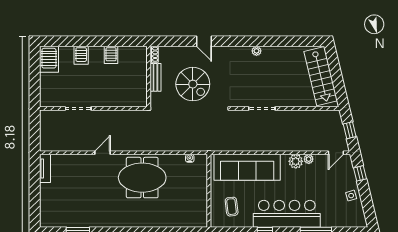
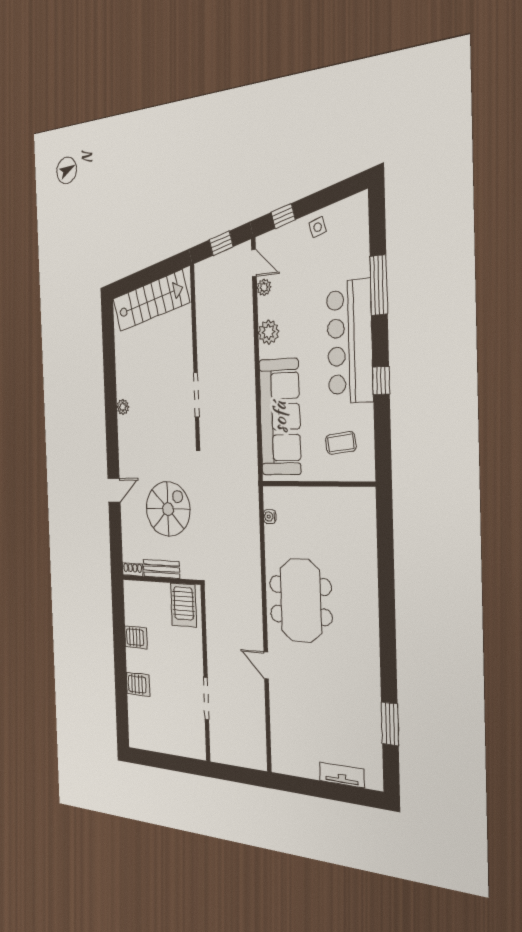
server rack: (49, 59) -> (184, 605), moved, turned 90
plant: (309, 159) -> (264, 287), moved
tv unit: (45, 168) -> (342, 775), moved

